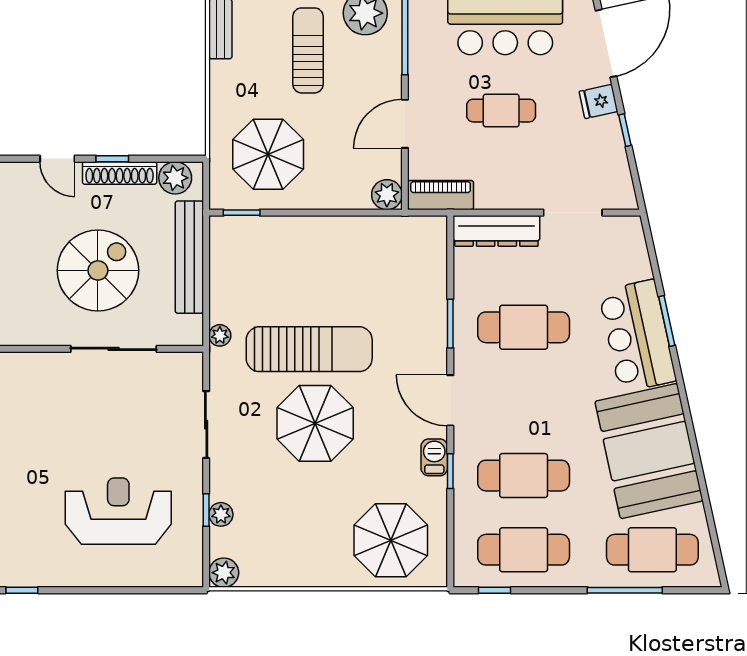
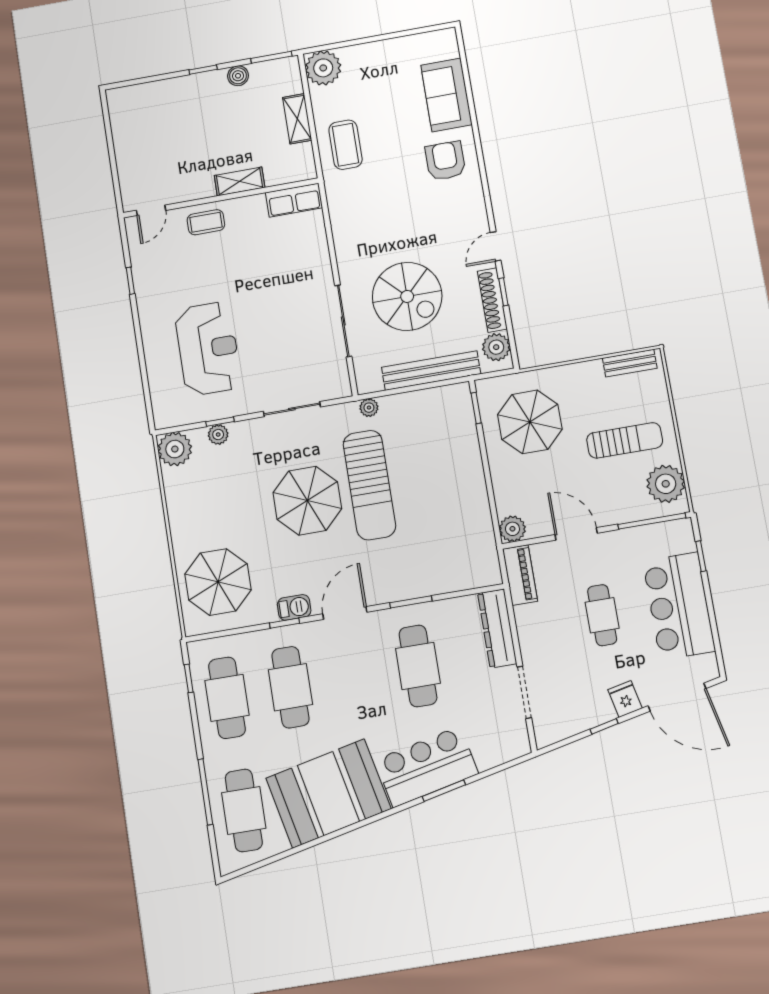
plant: (224, 573) -> (175, 449), width x1.36, depth x1.36

